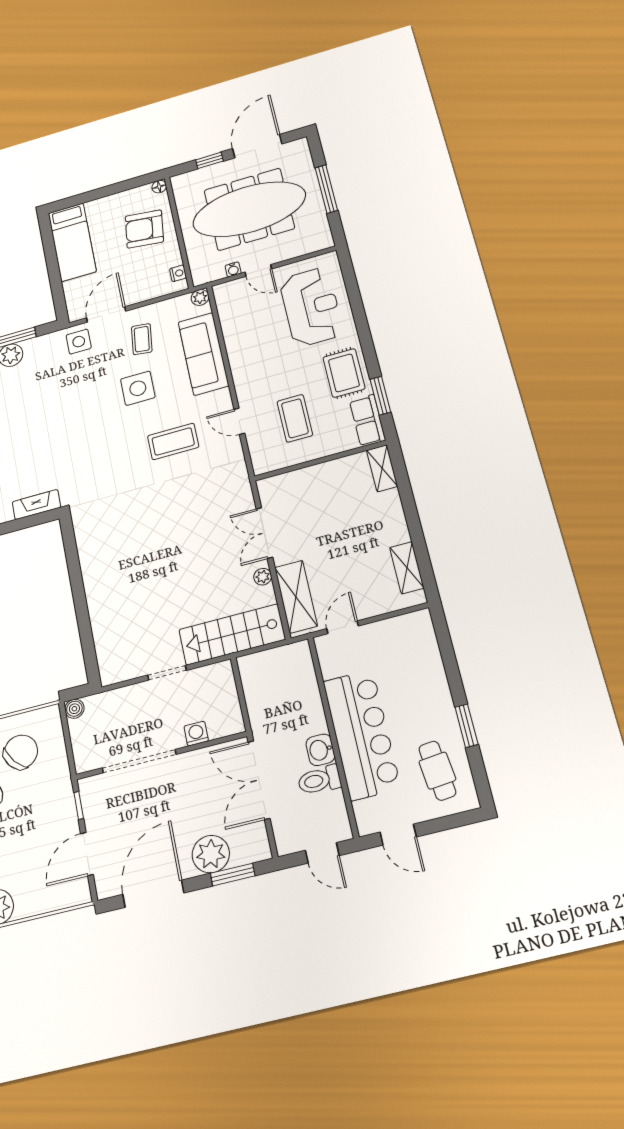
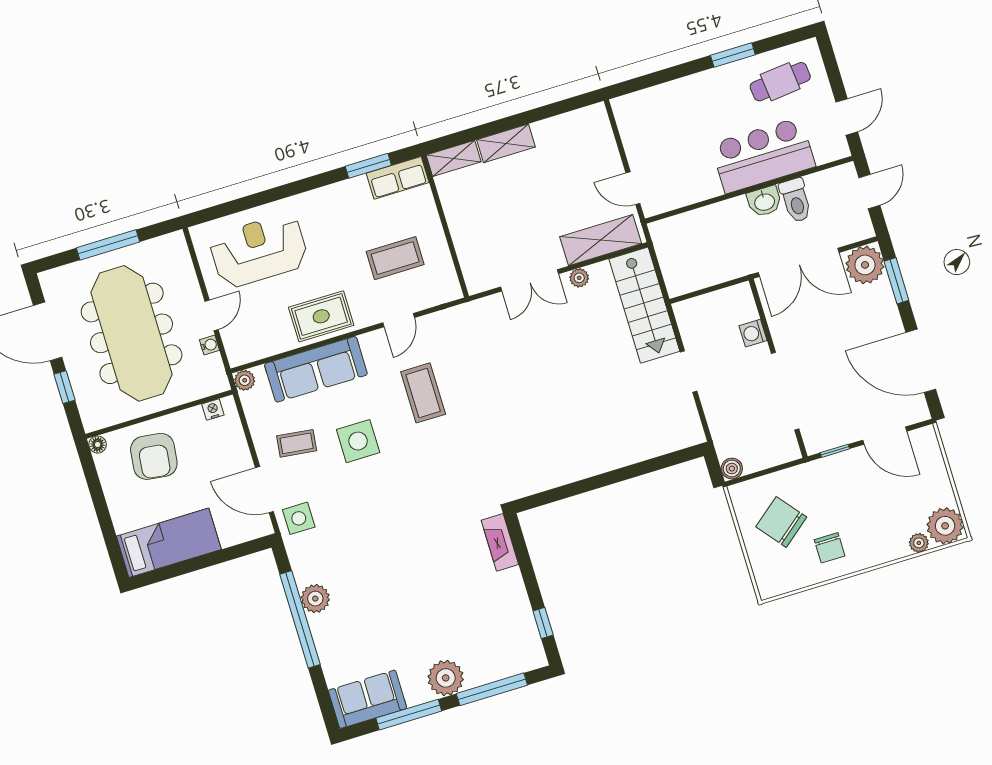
rug: (344, 373) -> (321, 316), moved
shelving: (407, 568) -> (506, 143), moved
bar counter: (362, 735) -> (763, 155), width x0.73
plant: (211, 854) -> (865, 265), moved

